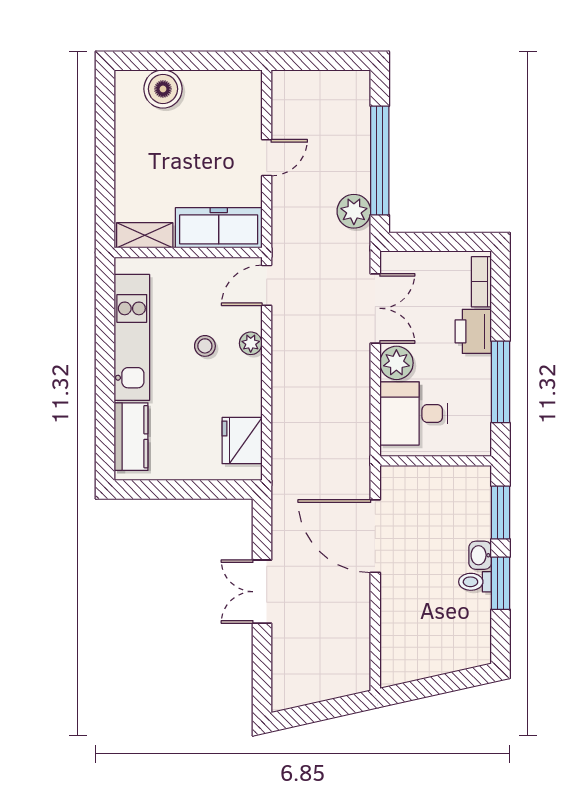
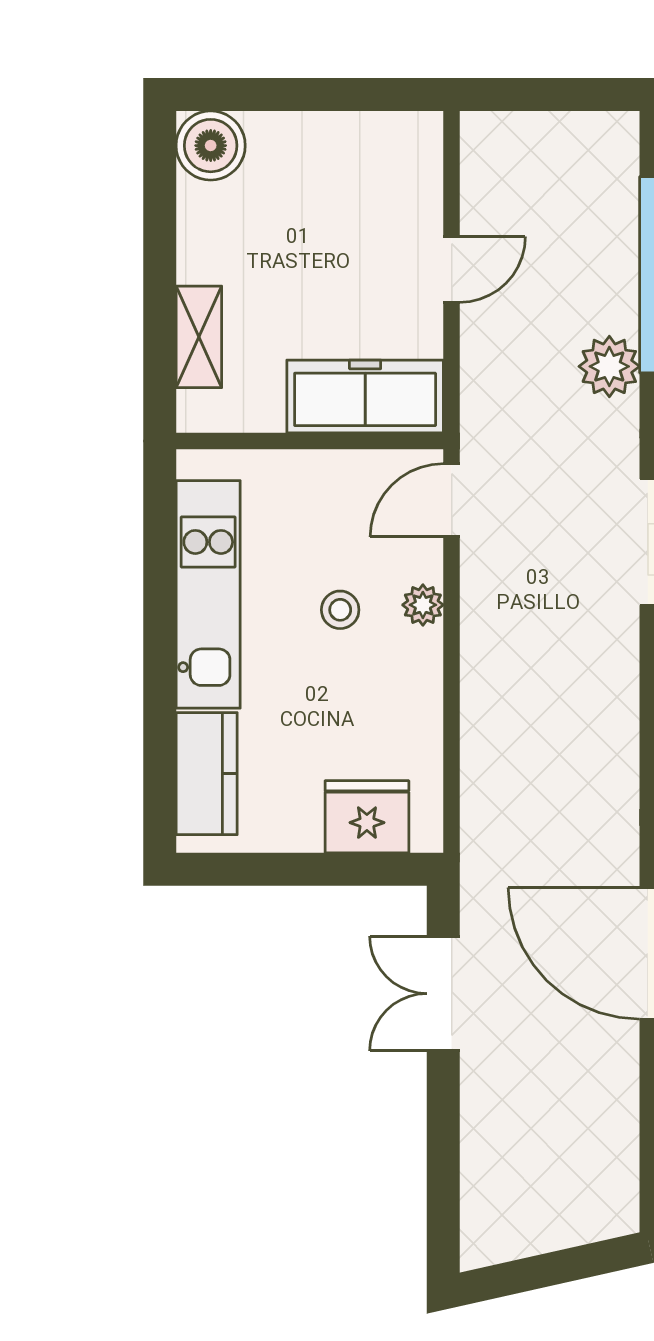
boiler: (163, 89) -> (211, 146), moved
shelving: (145, 235) -> (199, 337), moved, turned 90
fridge: (242, 441) -> (367, 817), moved, turned 90
double door: (262, 592) -> (443, 994), moved

